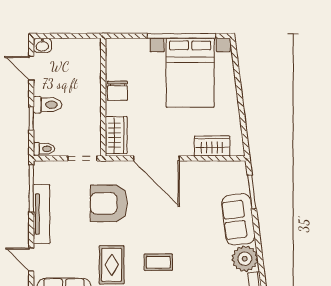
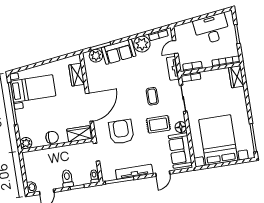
plant: (115, 47) -> (26, 143), added
bed with nightstands: (190, 73) -> (33, 88), width x0.73
plant: (238, 182) -> (96, 56), added
armchair: (109, 203) -> (121, 132), turned 180

